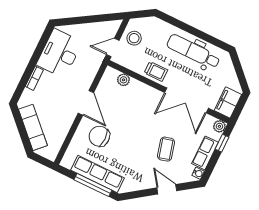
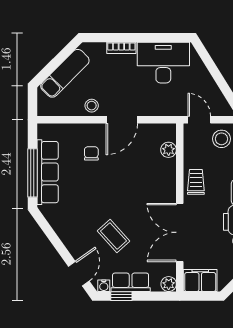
trolley: (156, 71) -> (196, 182), turned 180
stool: (65, 119) -> (92, 106), added
chair: (99, 136) -> (91, 153), width x0.54, depth x0.54
window: (222, 143) -> (121, 296), moved
coffee table: (166, 149) -> (113, 236), turned 63
door: (167, 189) -> (79, 274), moved

